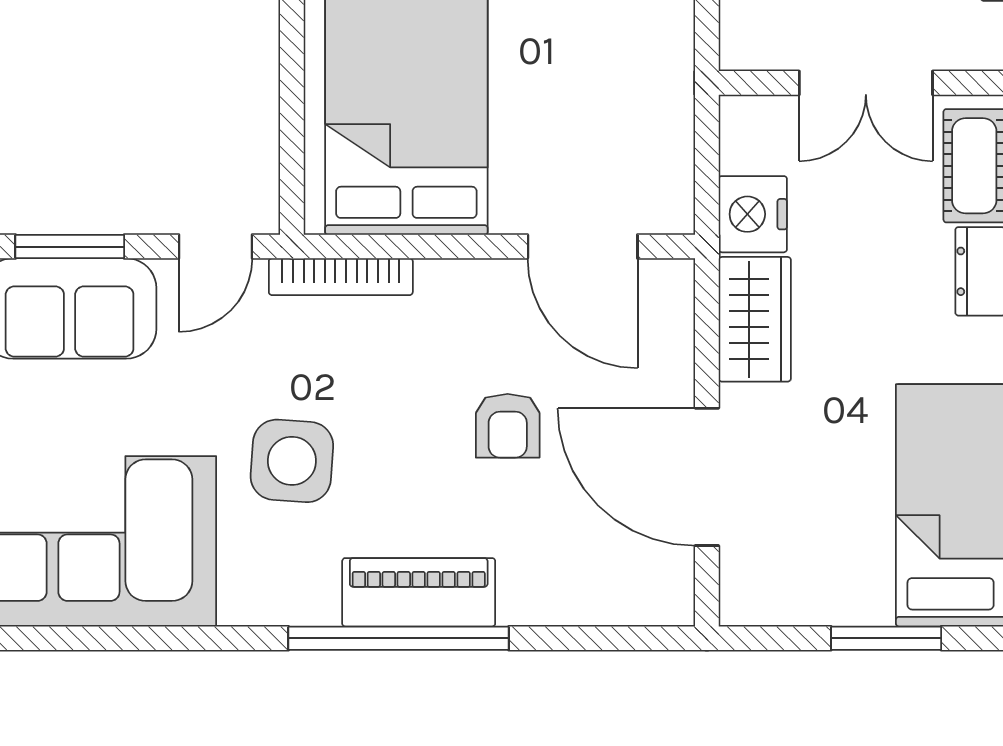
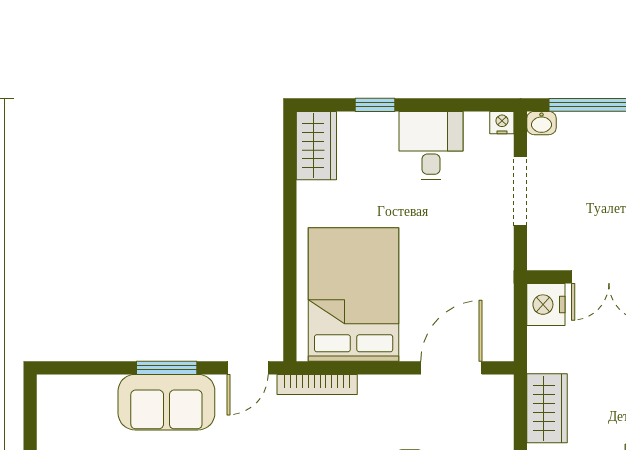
nightstand: (753, 214) -> (546, 305), moved
door: (583, 247) -> (451, 368), swing flipped

